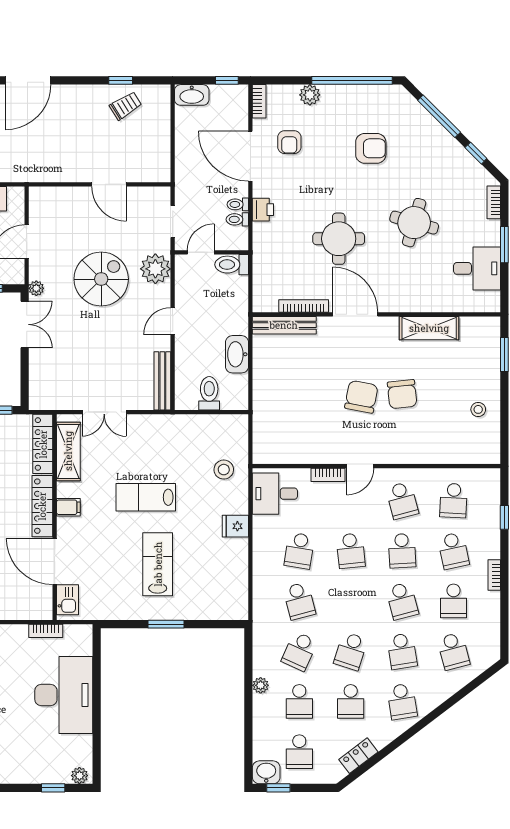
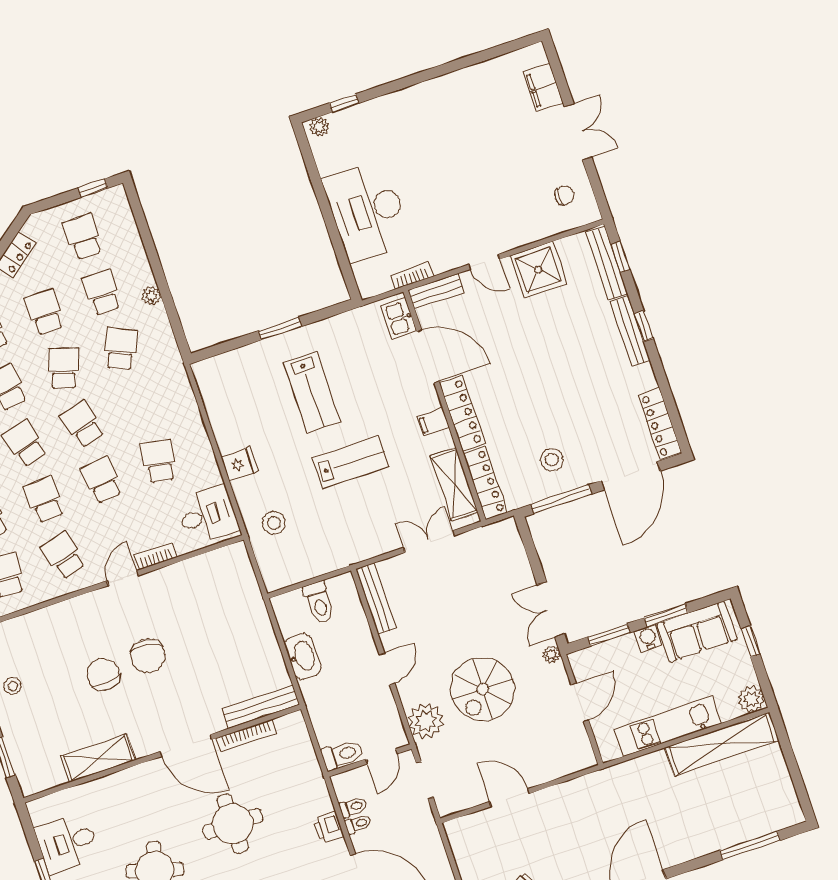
school desk: (299, 601) -> (83, 424), moved
bench: (30, 612) -> (436, 291), added
washbasin: (266, 772) -> (112, 201), removed

